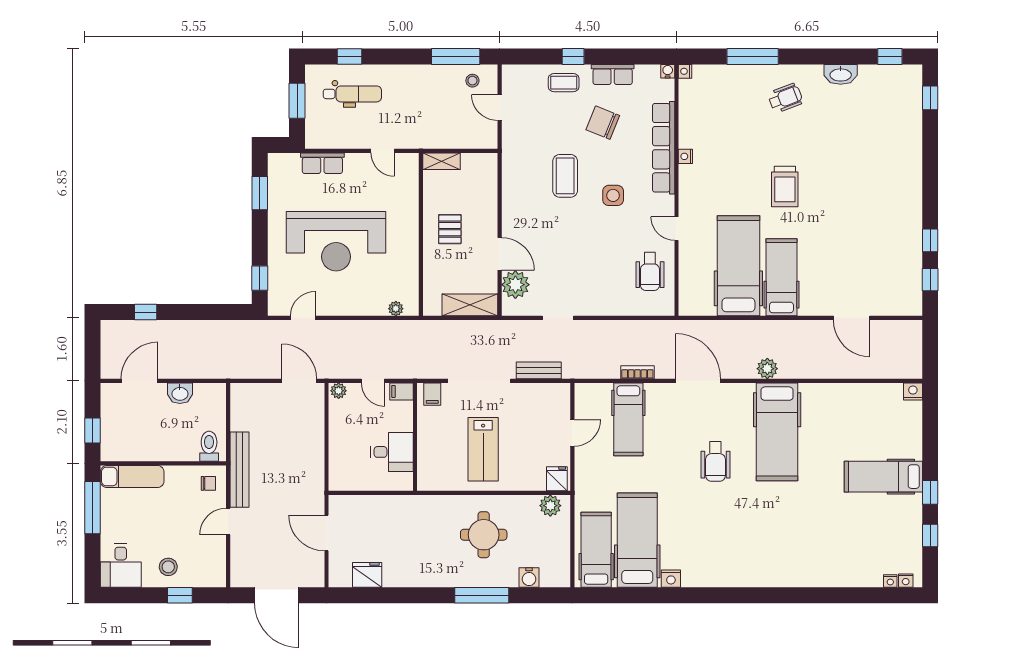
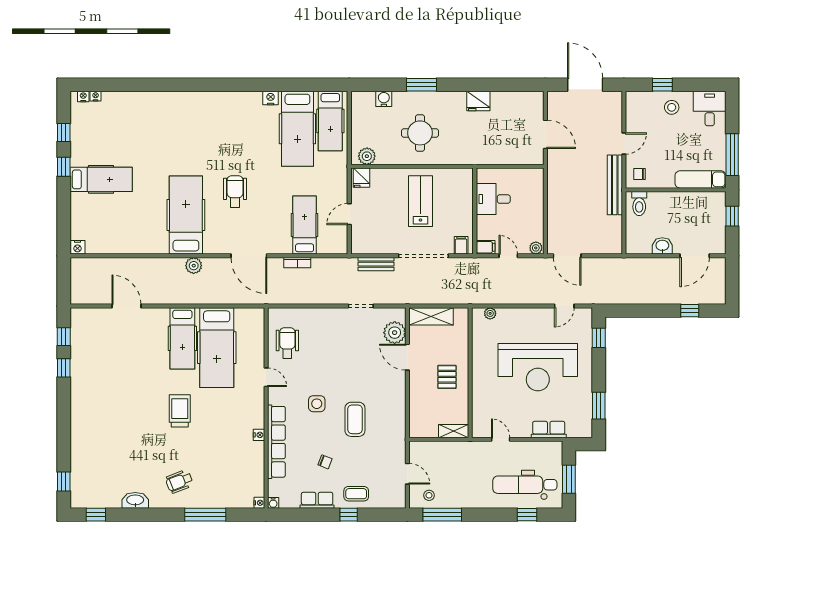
dental chair: (352, 94) -> (525, 485), width x1.36, depth x1.38
chair: (603, 123) -> (325, 462), width x0.54, depth x0.54
reception desk: (336, 241) -> (538, 367), turned 180
fridge: (367, 575) -> (478, 101), moved
window: (482, 595) -> (421, 85), width x0.69

